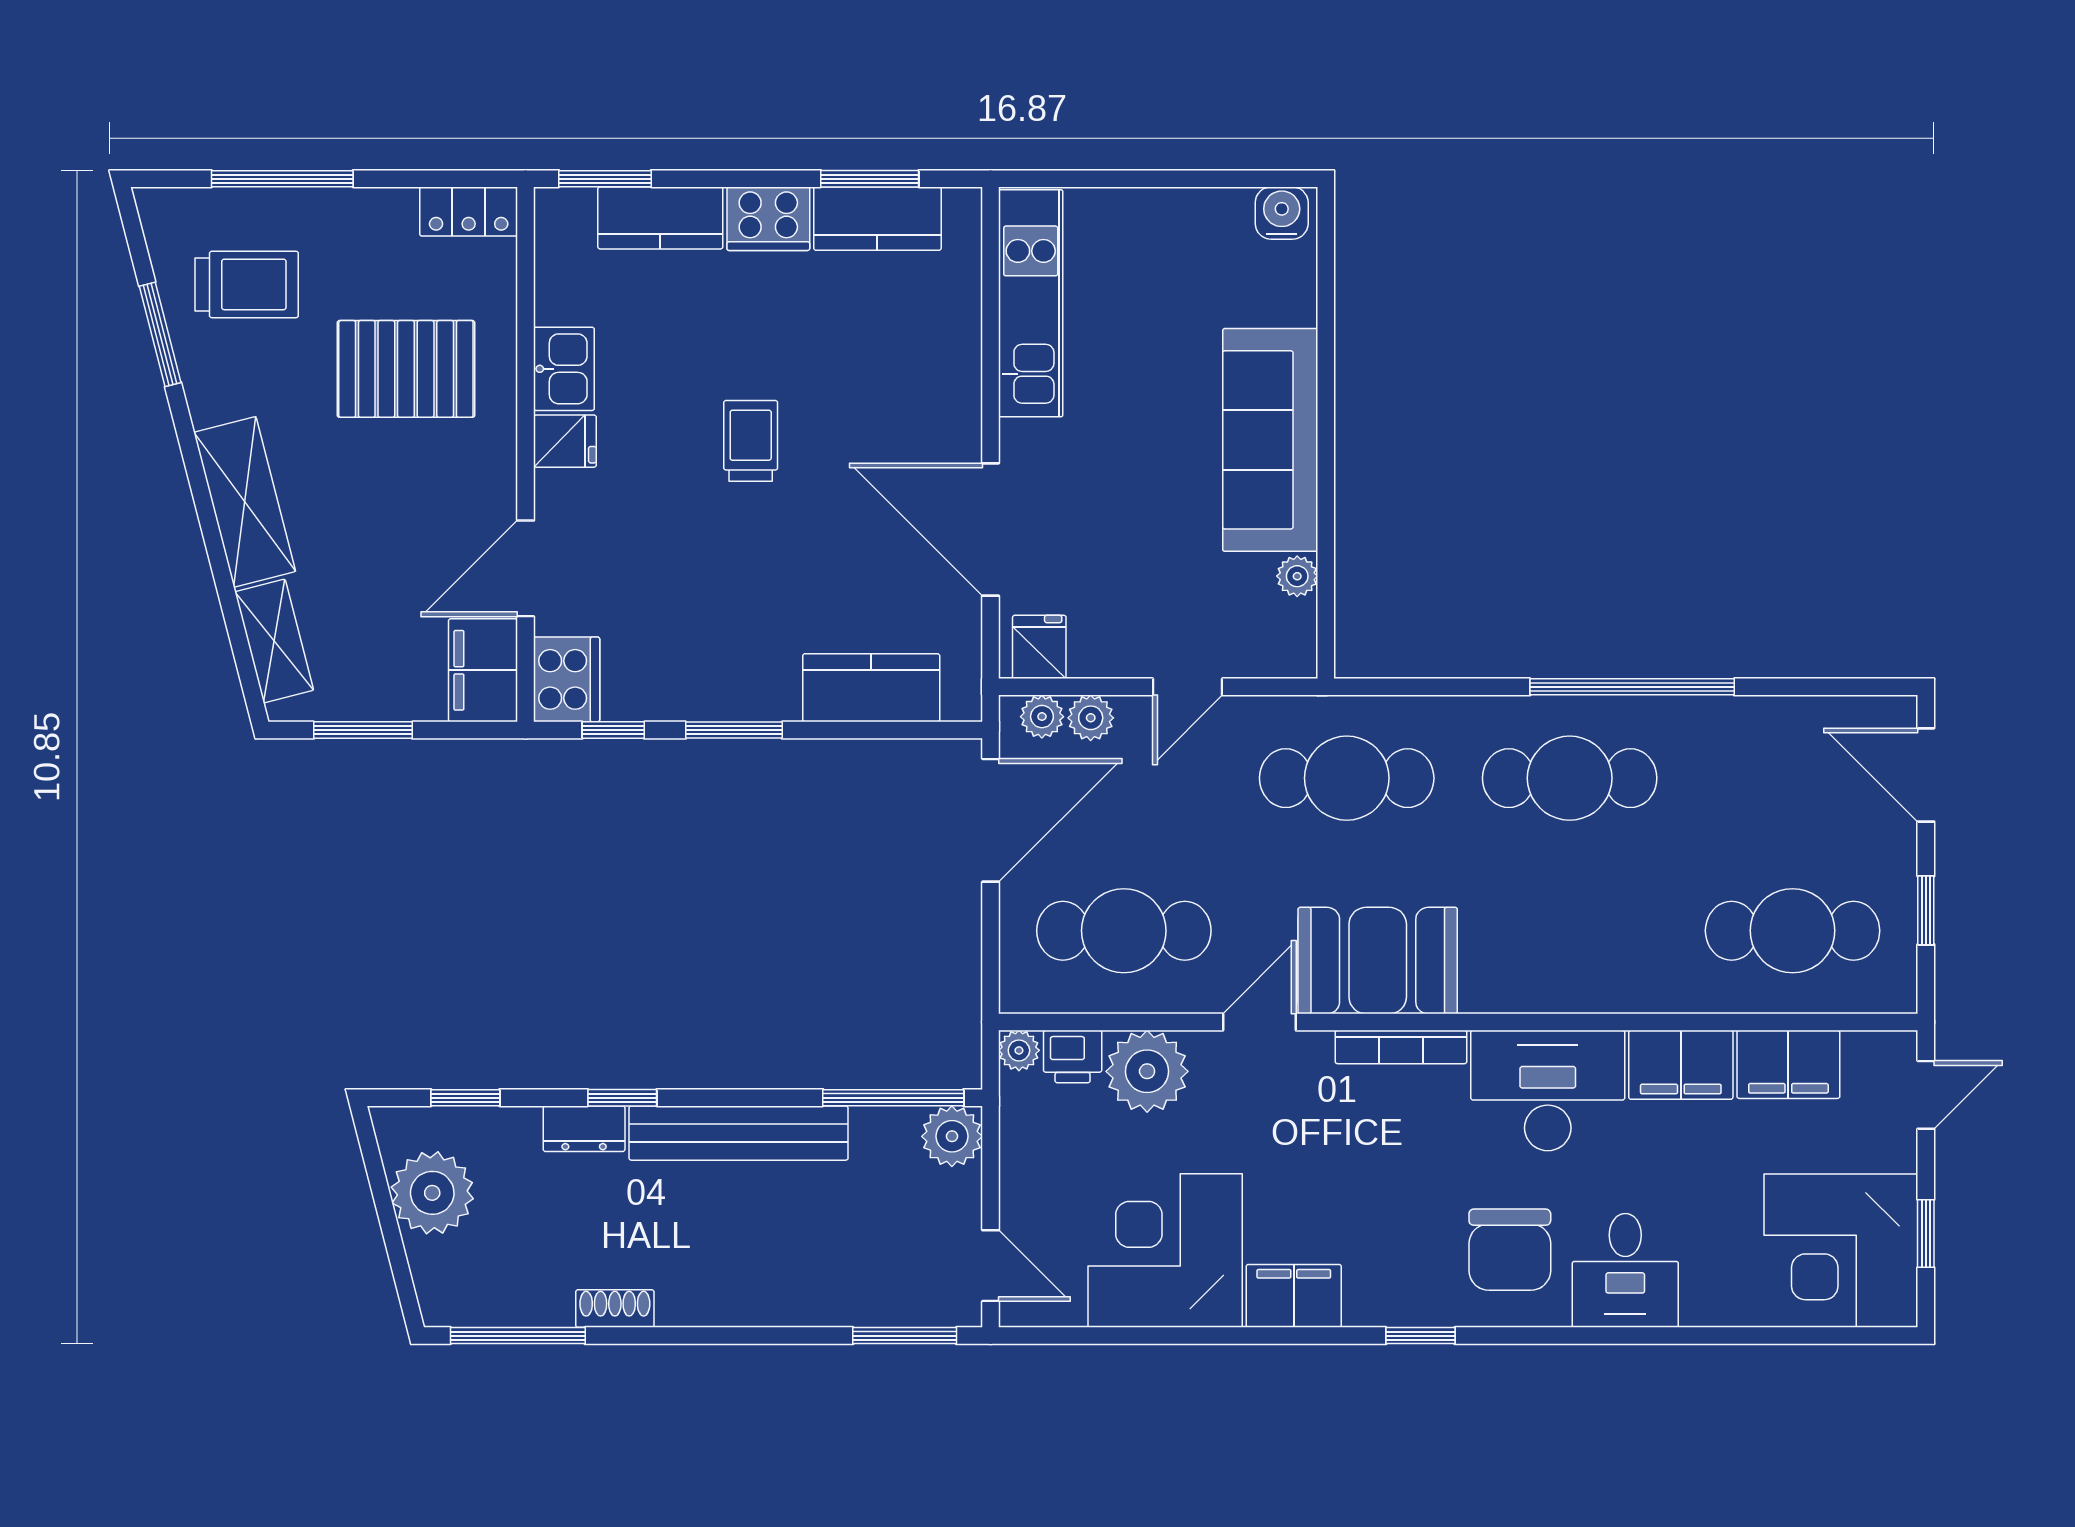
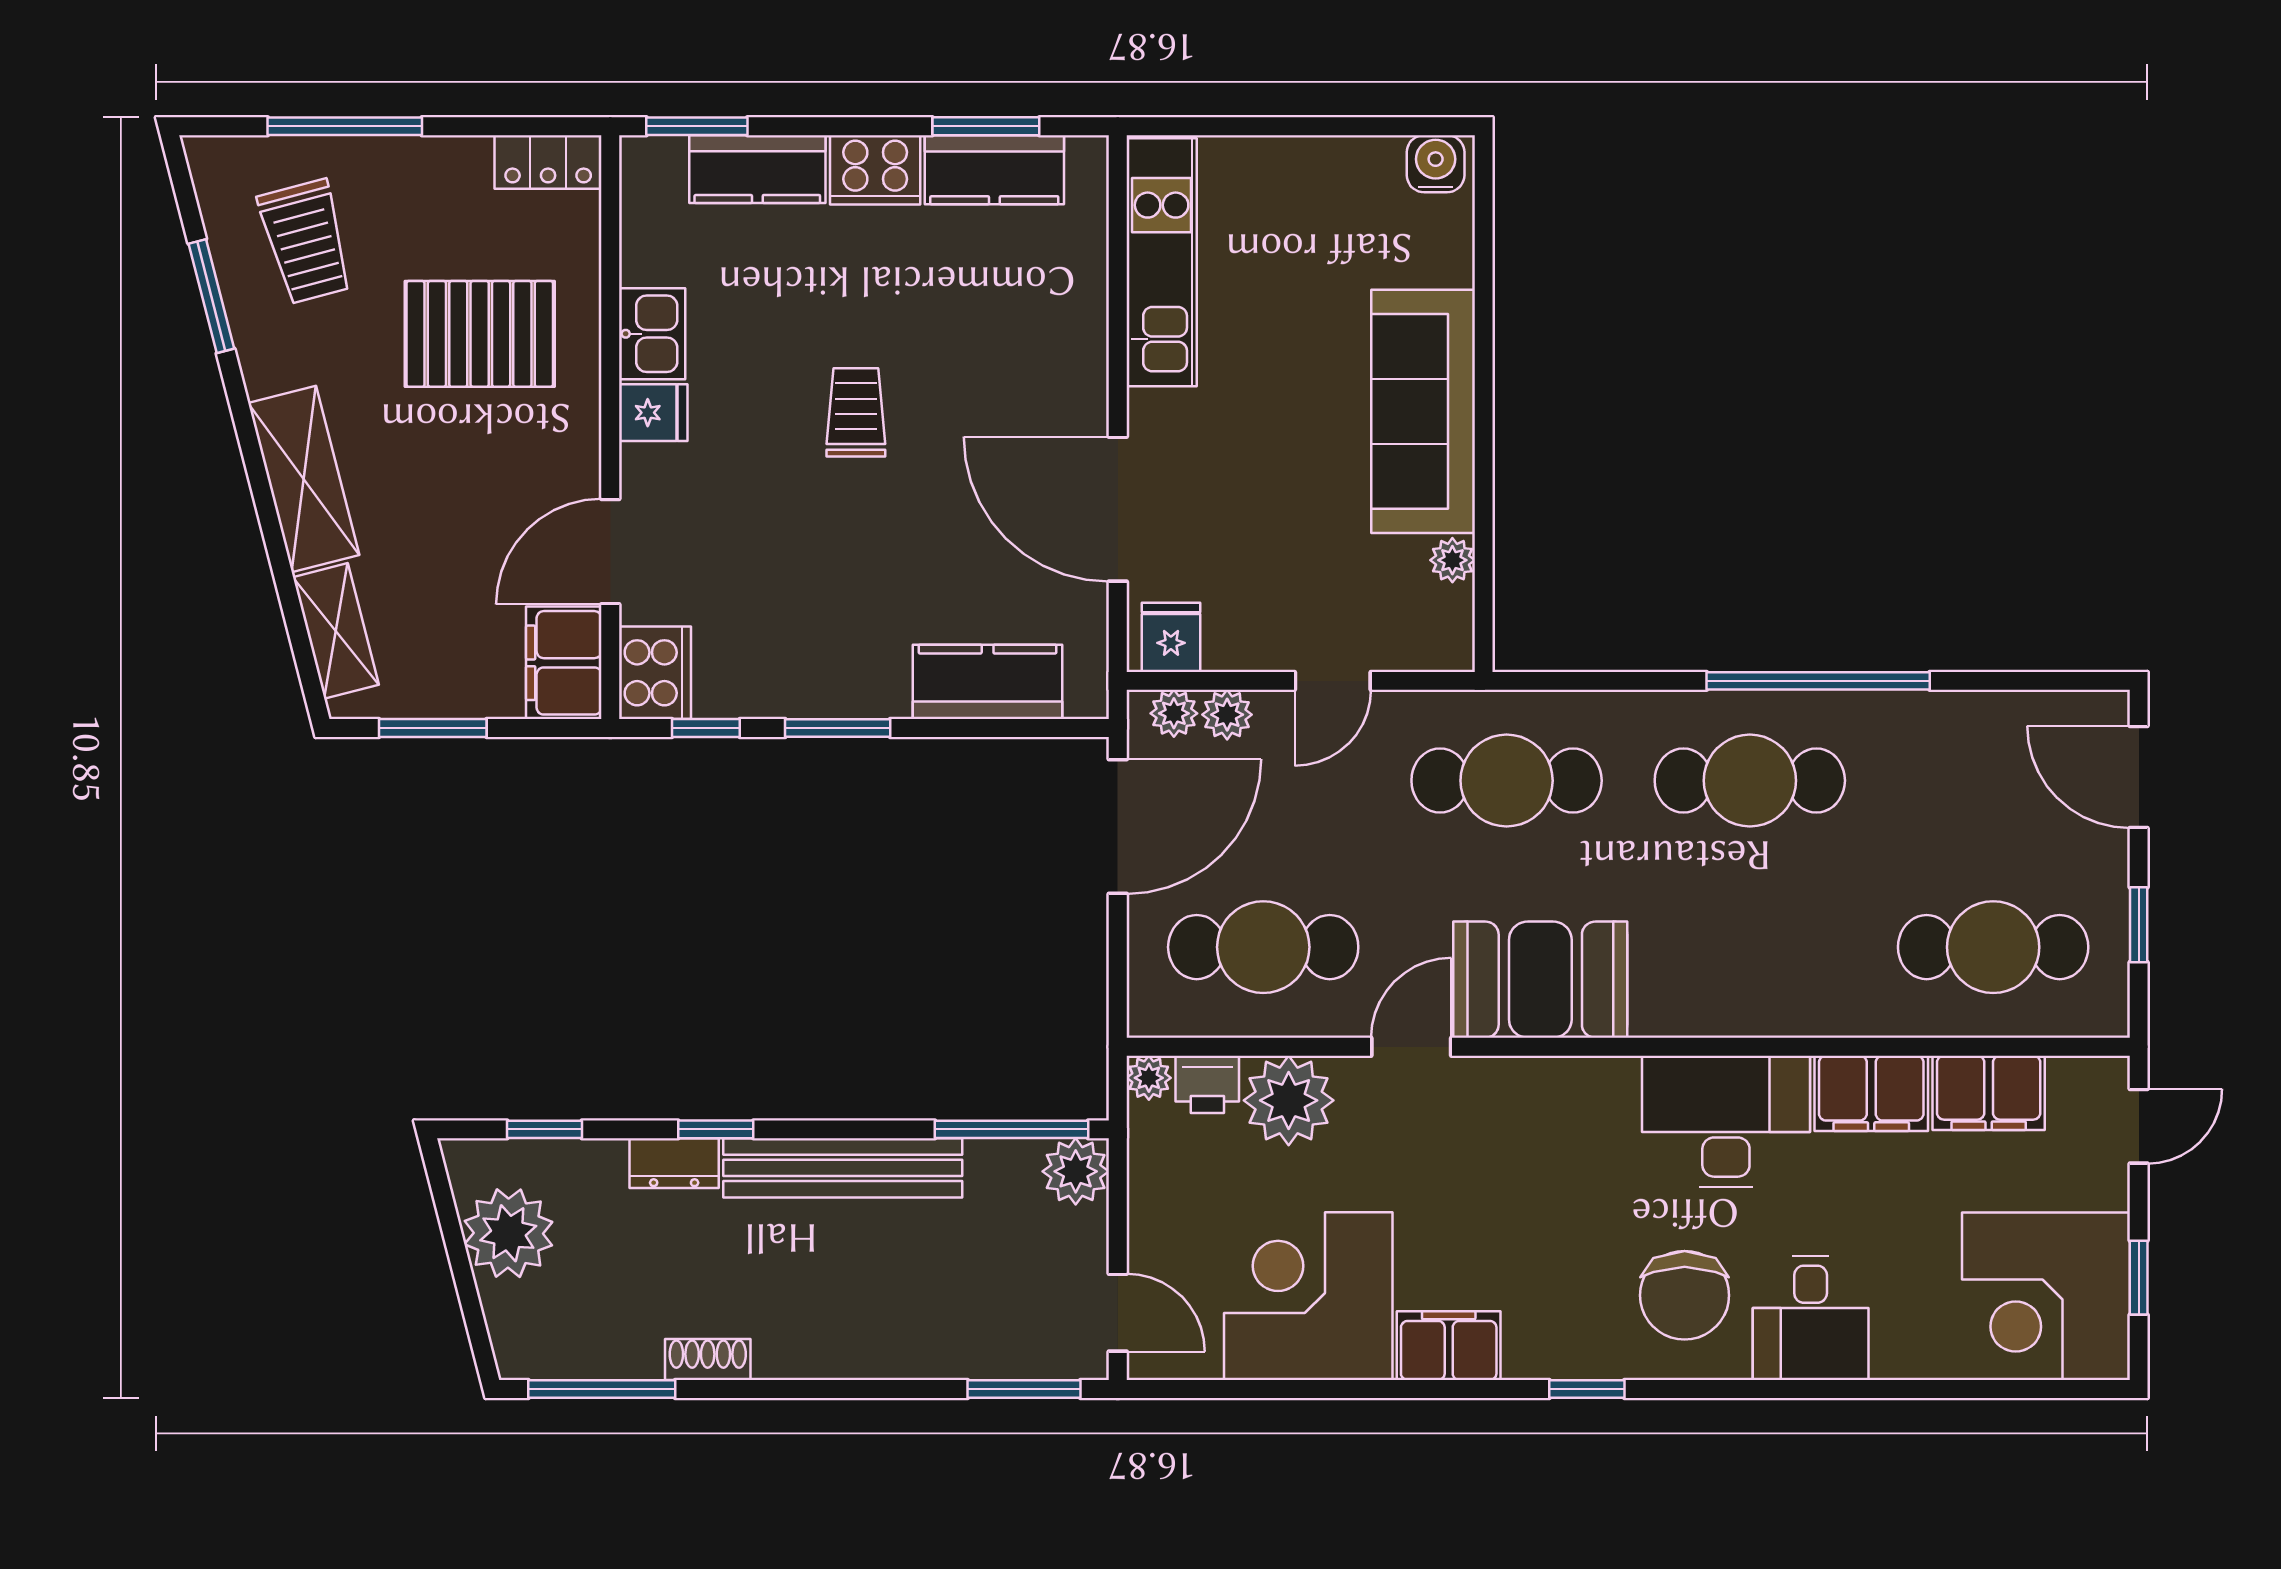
trolley: (247, 284) -> (306, 242), turned 75
bookcase: (1401, 1047) -> (1566, 1074), removed

